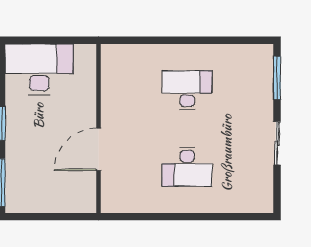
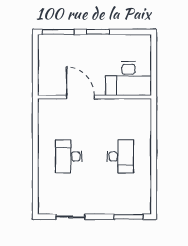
desk: (39, 69) -> (128, 79), moved, turned 90
sliding door: (277, 143) -> (71, 217), moved

